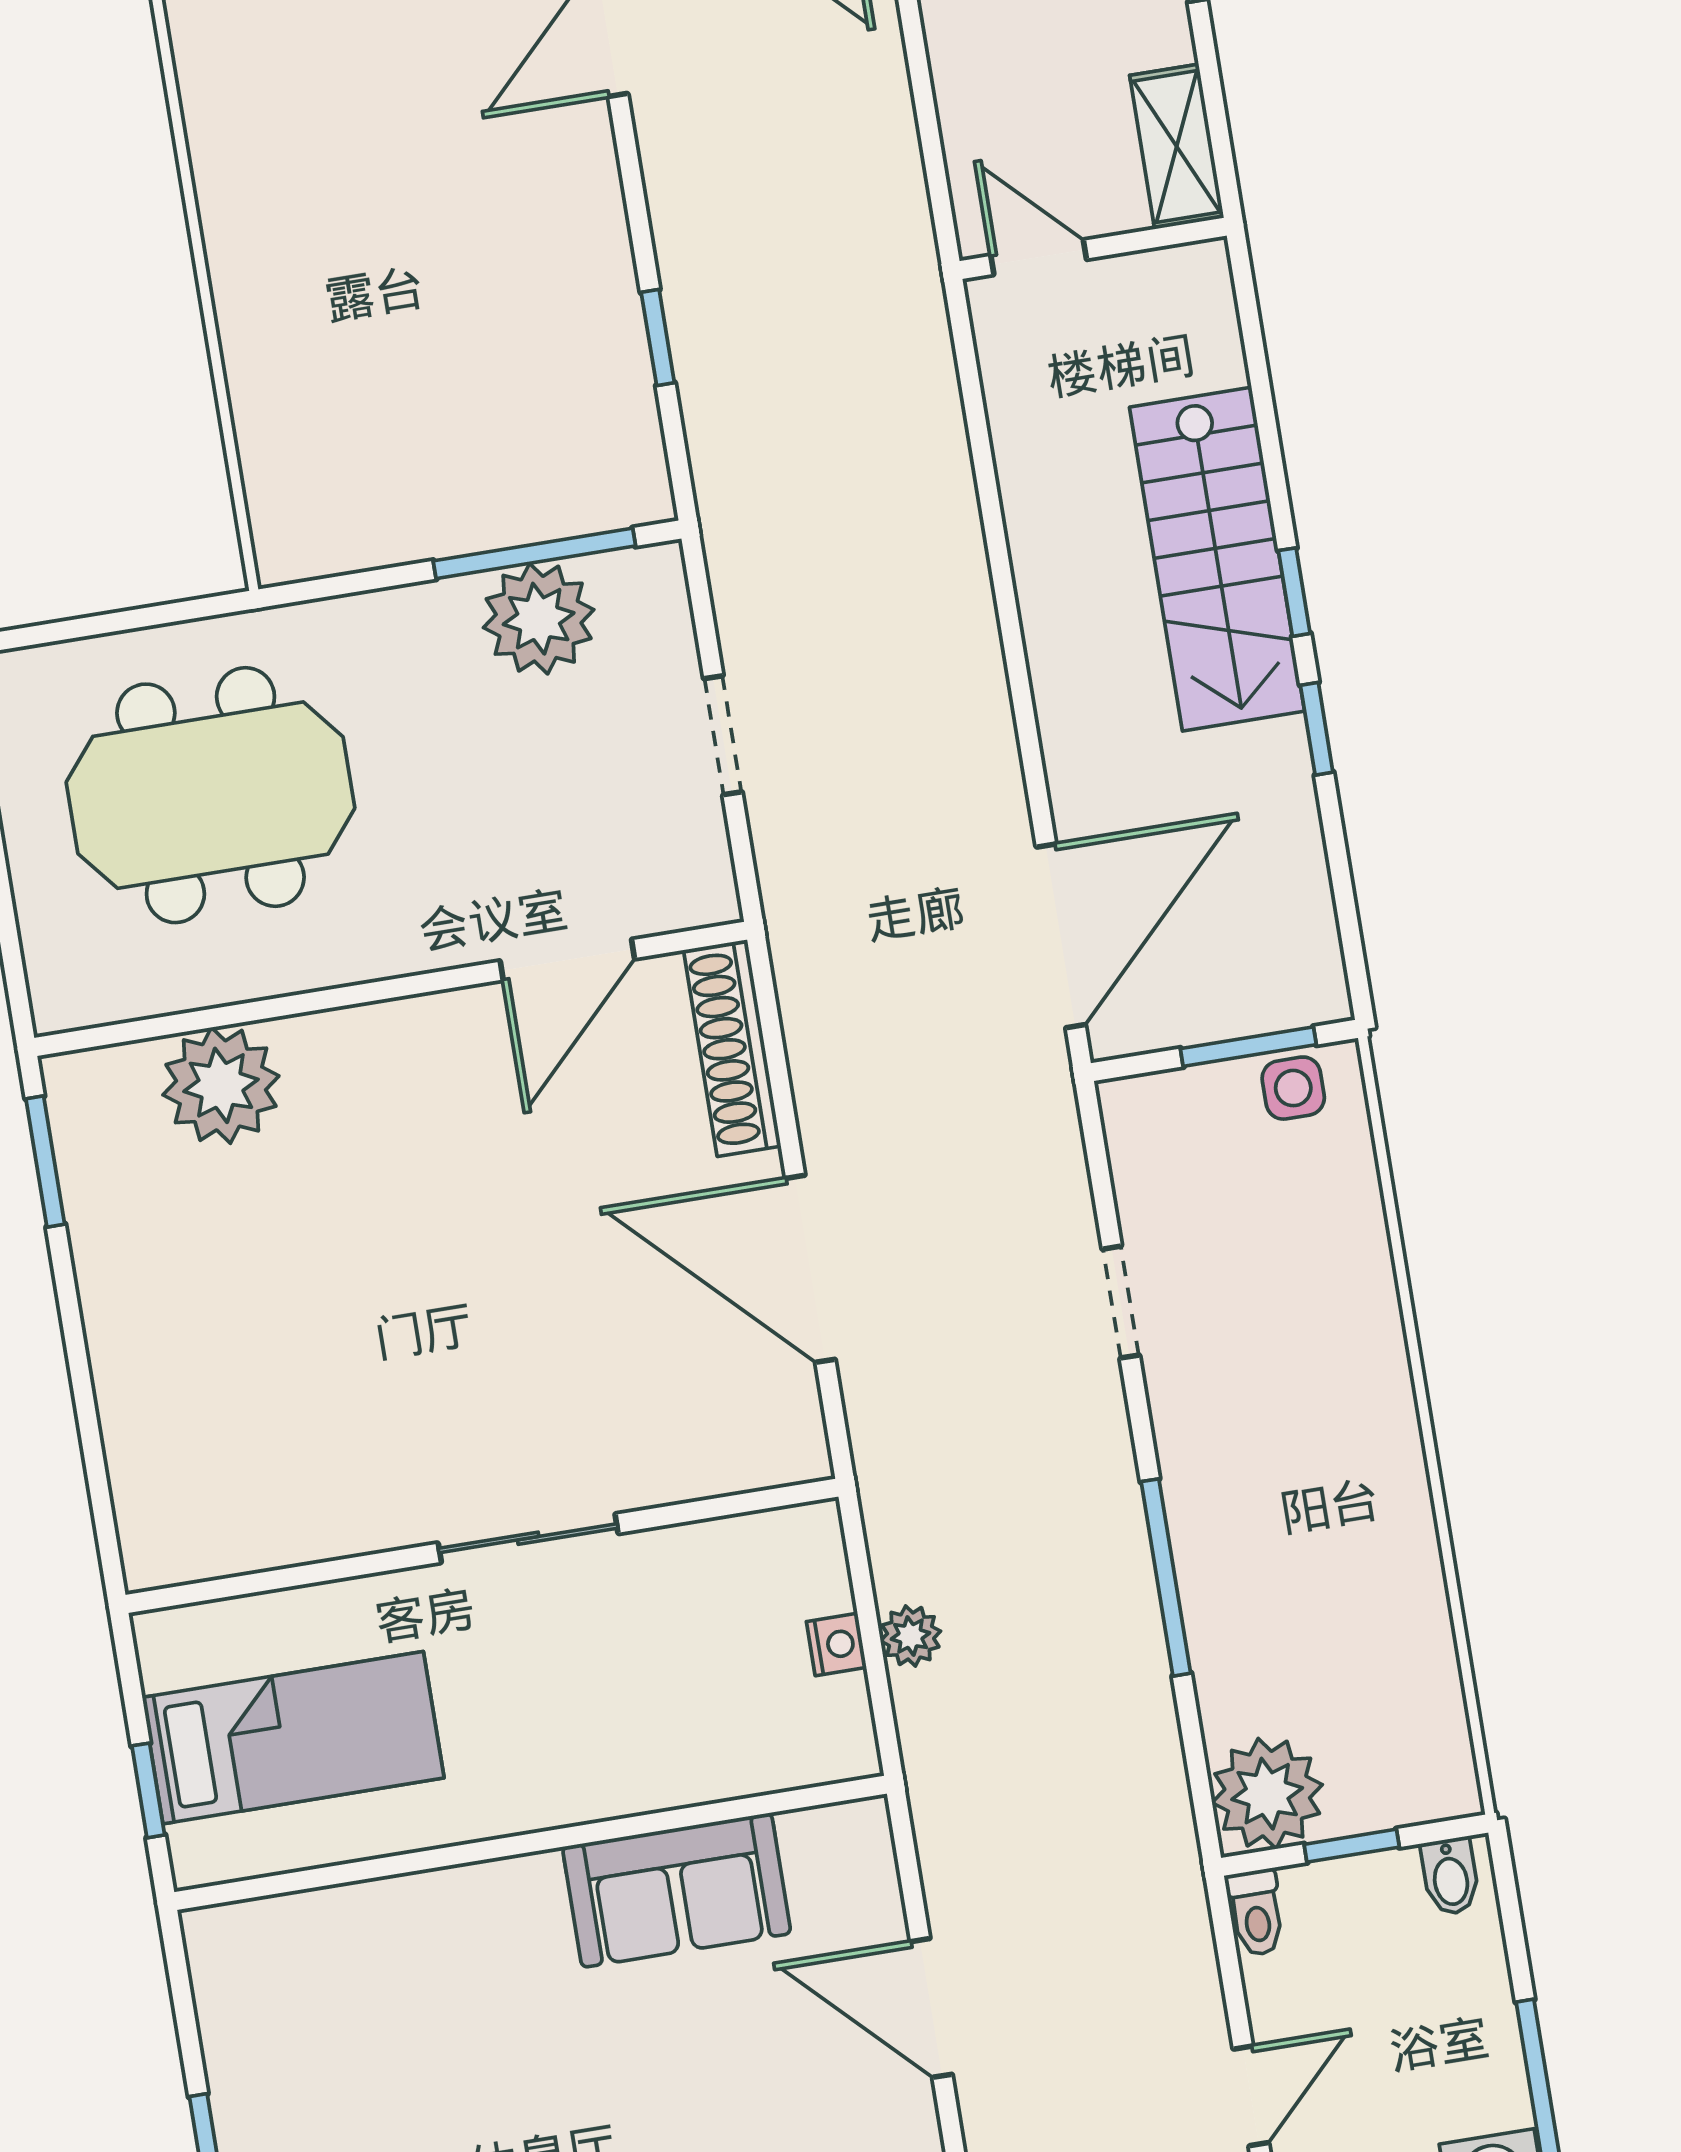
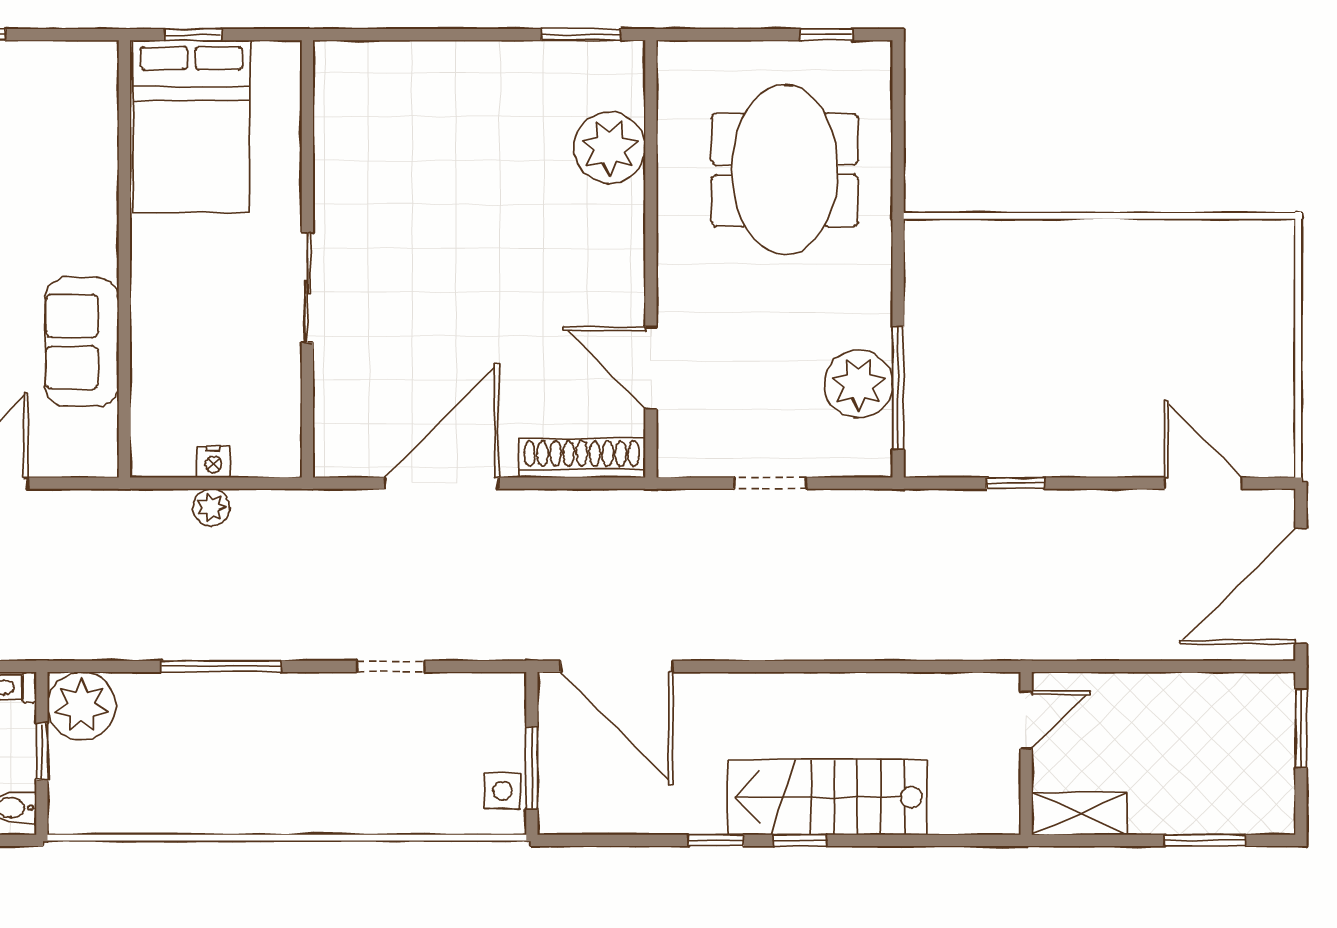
bed: (293, 1738) -> (191, 127), width x1.50

